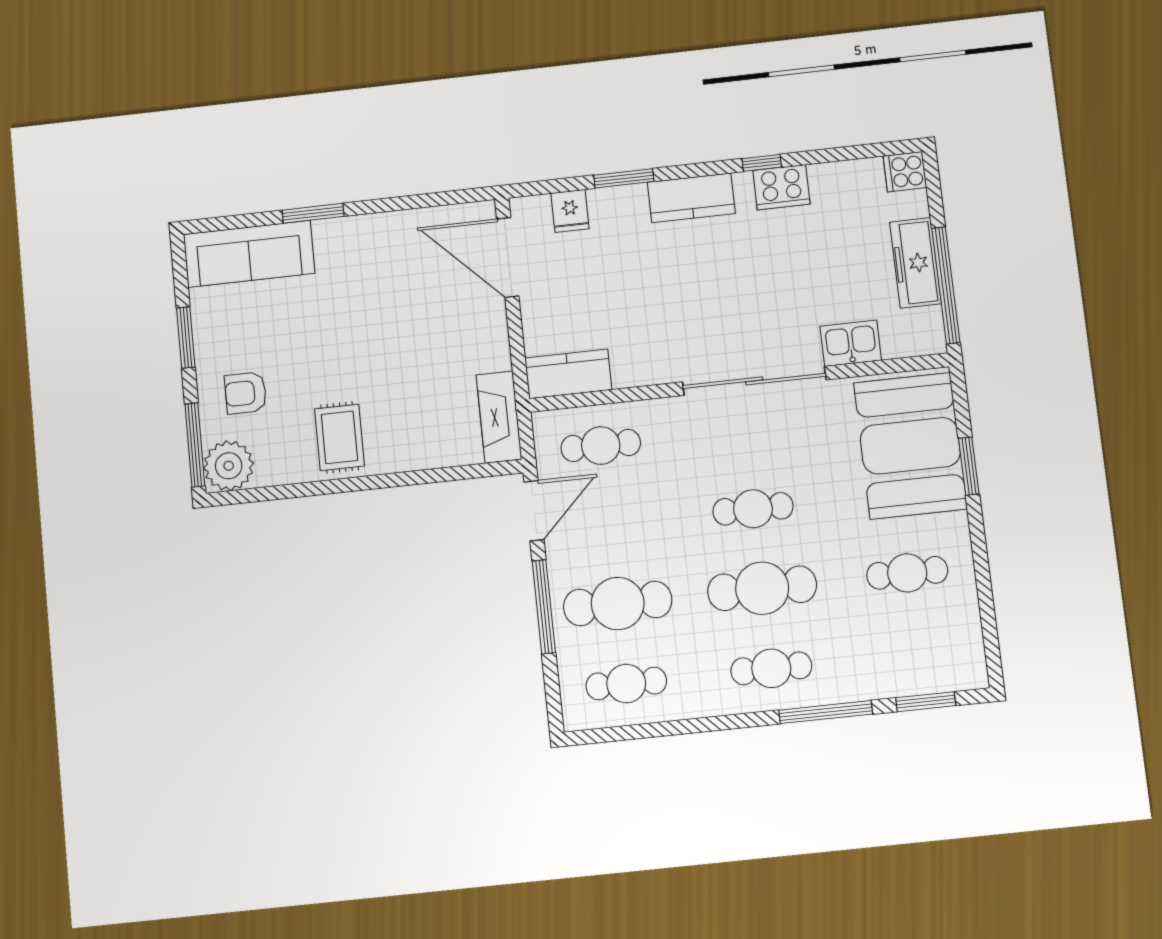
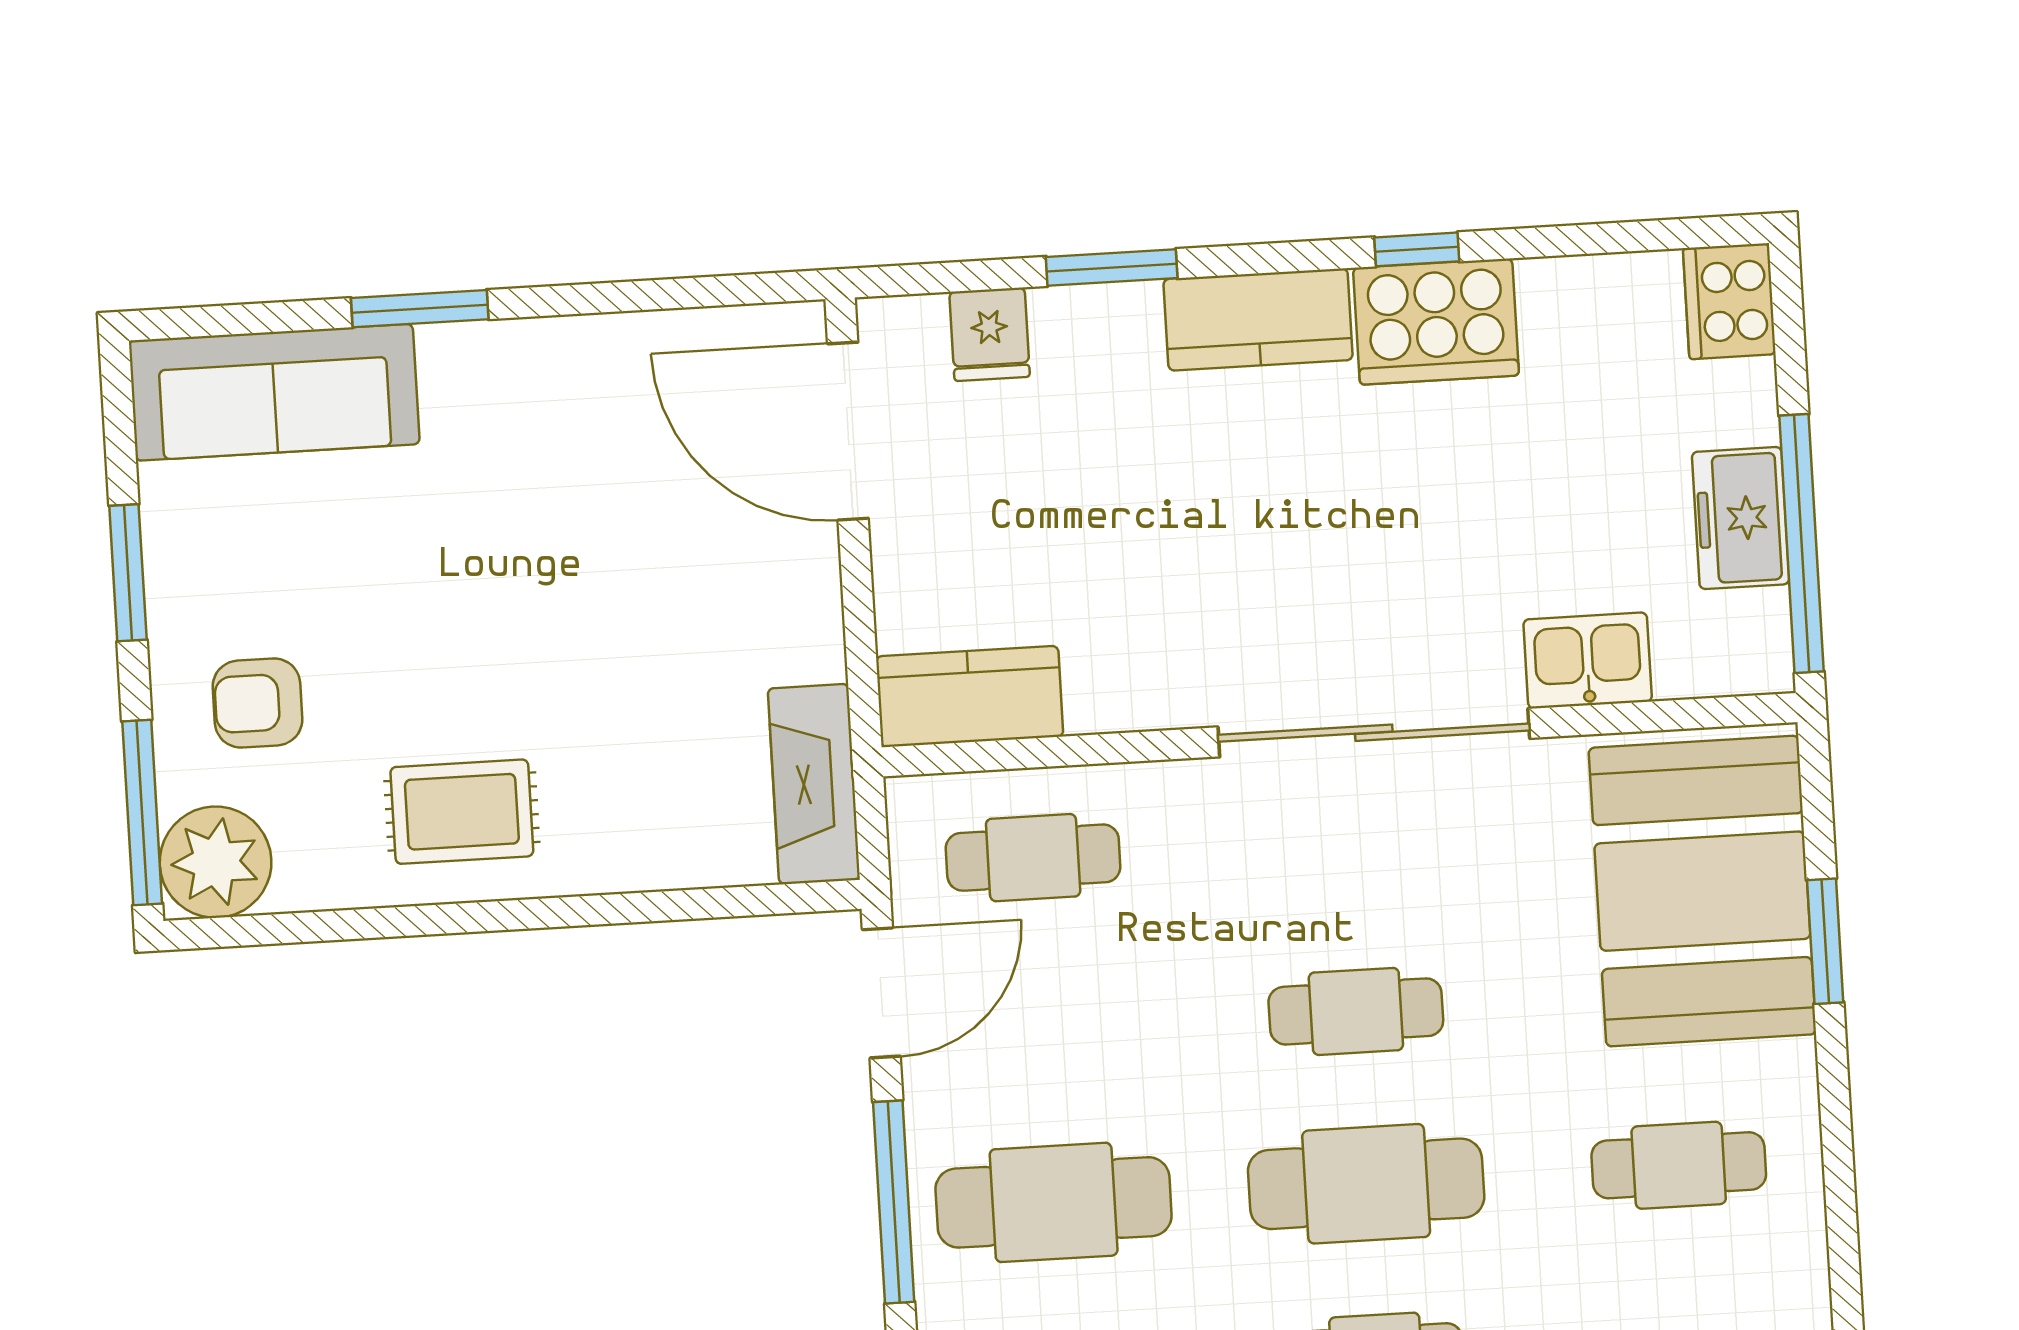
cooker: (905, 172) -> (1729, 301), width x1.36
cooker: (781, 187) -> (1436, 322), width x1.37, depth x1.31
freezer: (916, 263) -> (1741, 518), width x0.71
rug: (339, 437) -> (462, 812), turned 90

